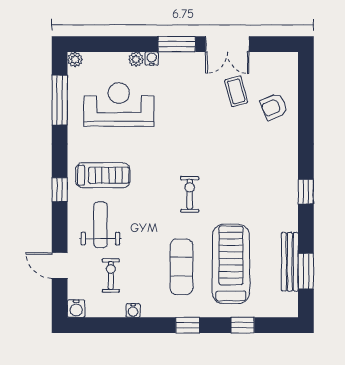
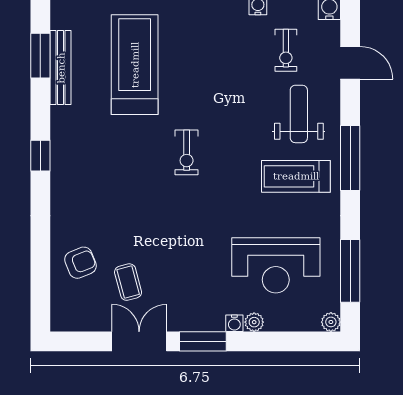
window: (60, 190) -> (350, 158), width x2.17
weight bench: (100, 225) -> (299, 114), turned 180
treadmill: (231, 264) -> (135, 65), turned 180
exercise mat: (181, 267) -> (197, 61), removed

